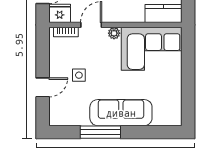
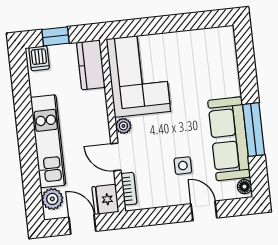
sofa: (121, 113) -> (229, 139), moved
floor lamp: (58, 120) -> (244, 187), added

